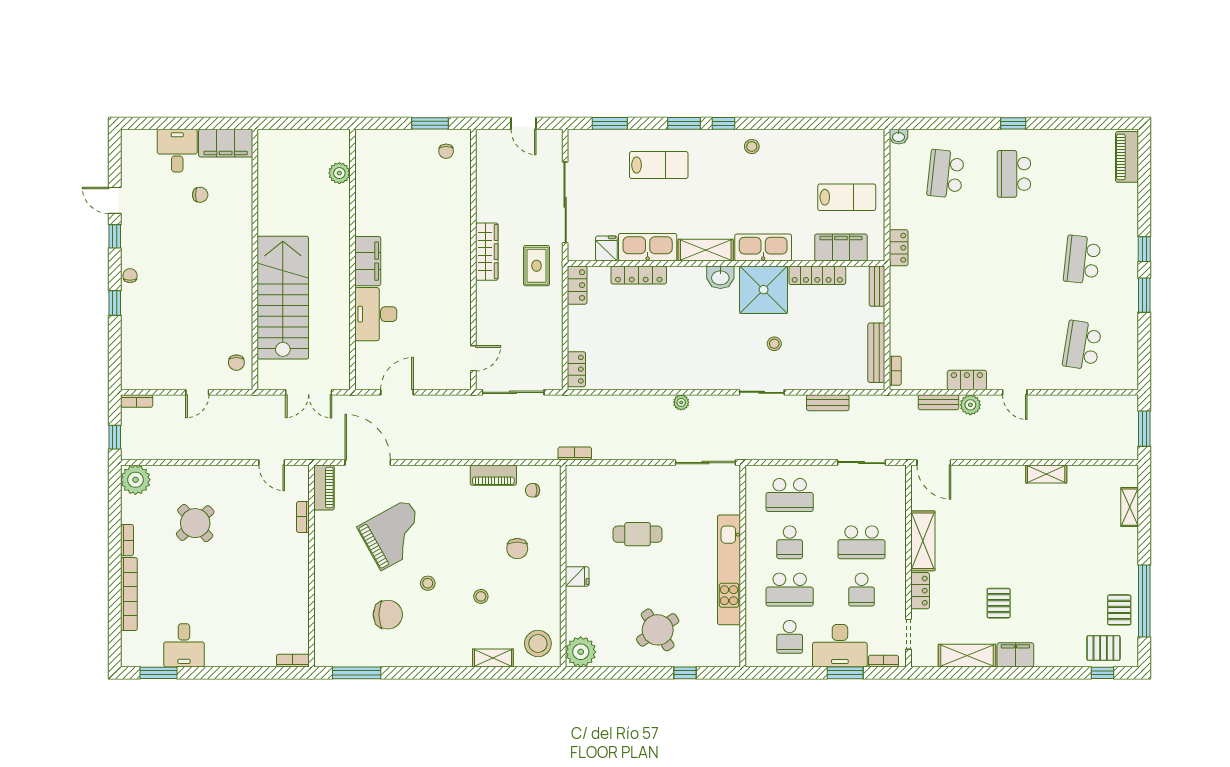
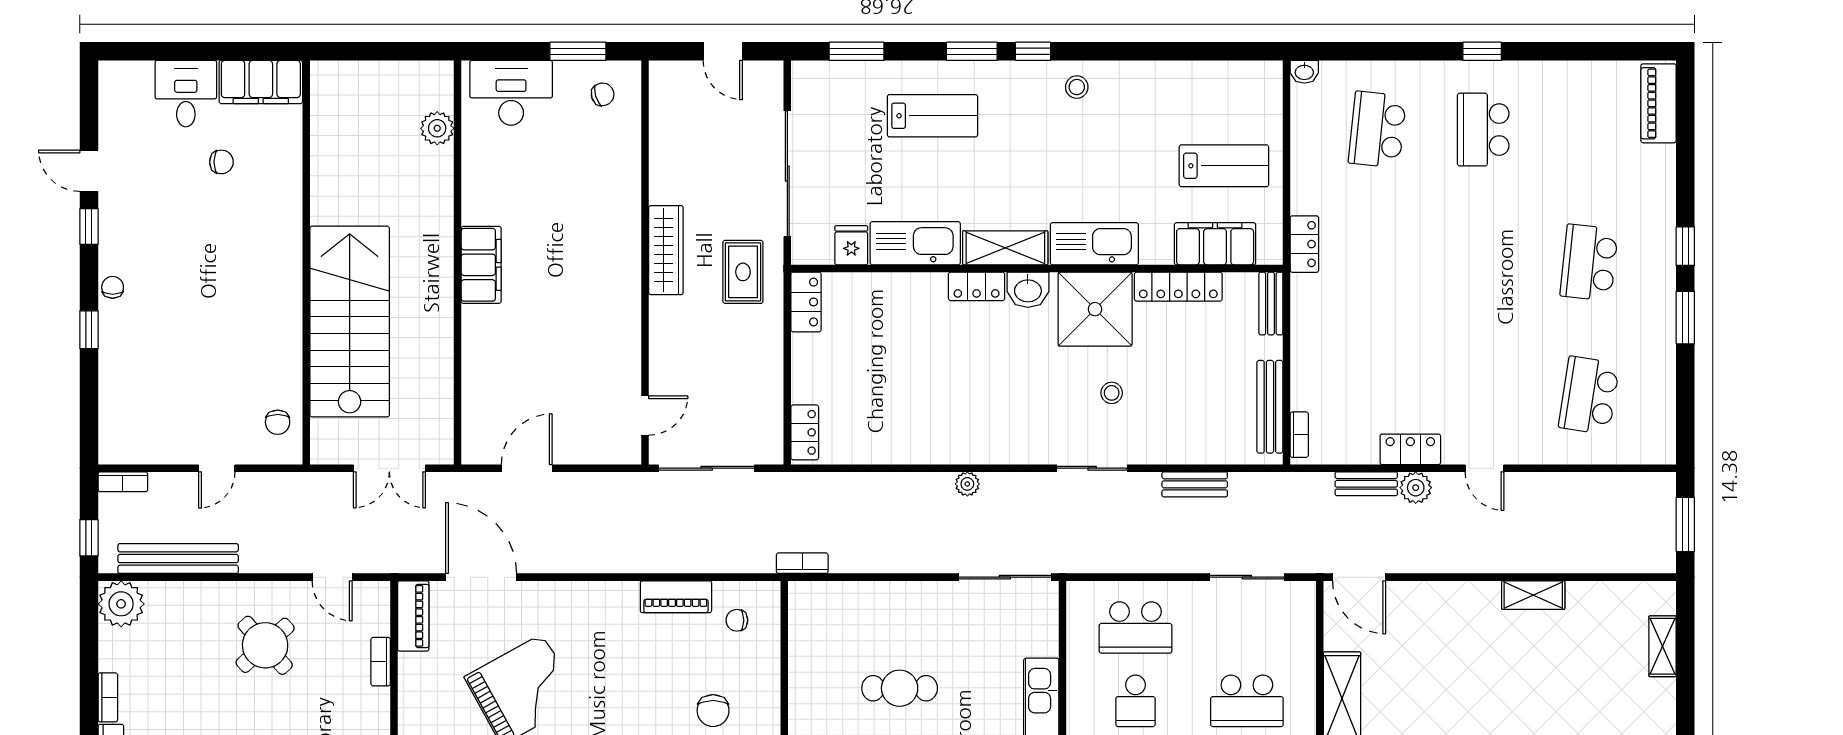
chair: (446, 151) -> (603, 94), turned -107
locker: (639, 275) -> (977, 286), moved, width x0.66
desk: (376, 314) -> (511, 93), moved, turned 90
bench: (172, 451) -> (178, 559), added
round table: (195, 523) -> (265, 645), moved

